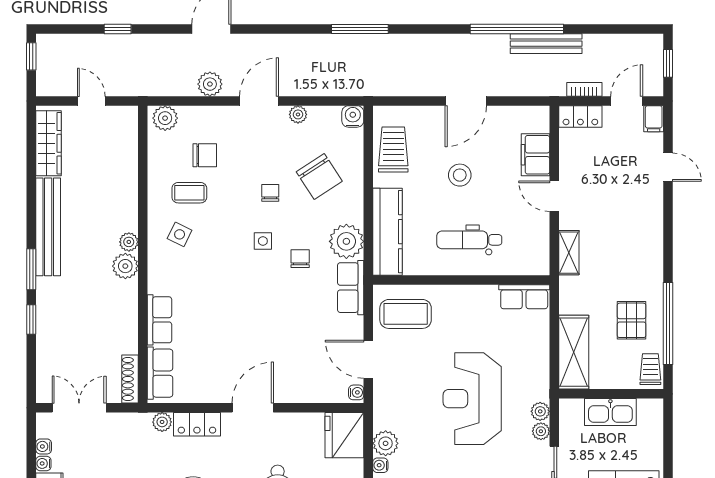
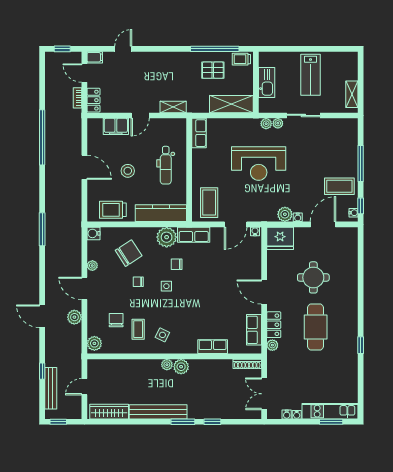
bench: (546, 44) -> (51, 388), moved
row of seats: (160, 373) -> (254, 330), moved, turned -90

